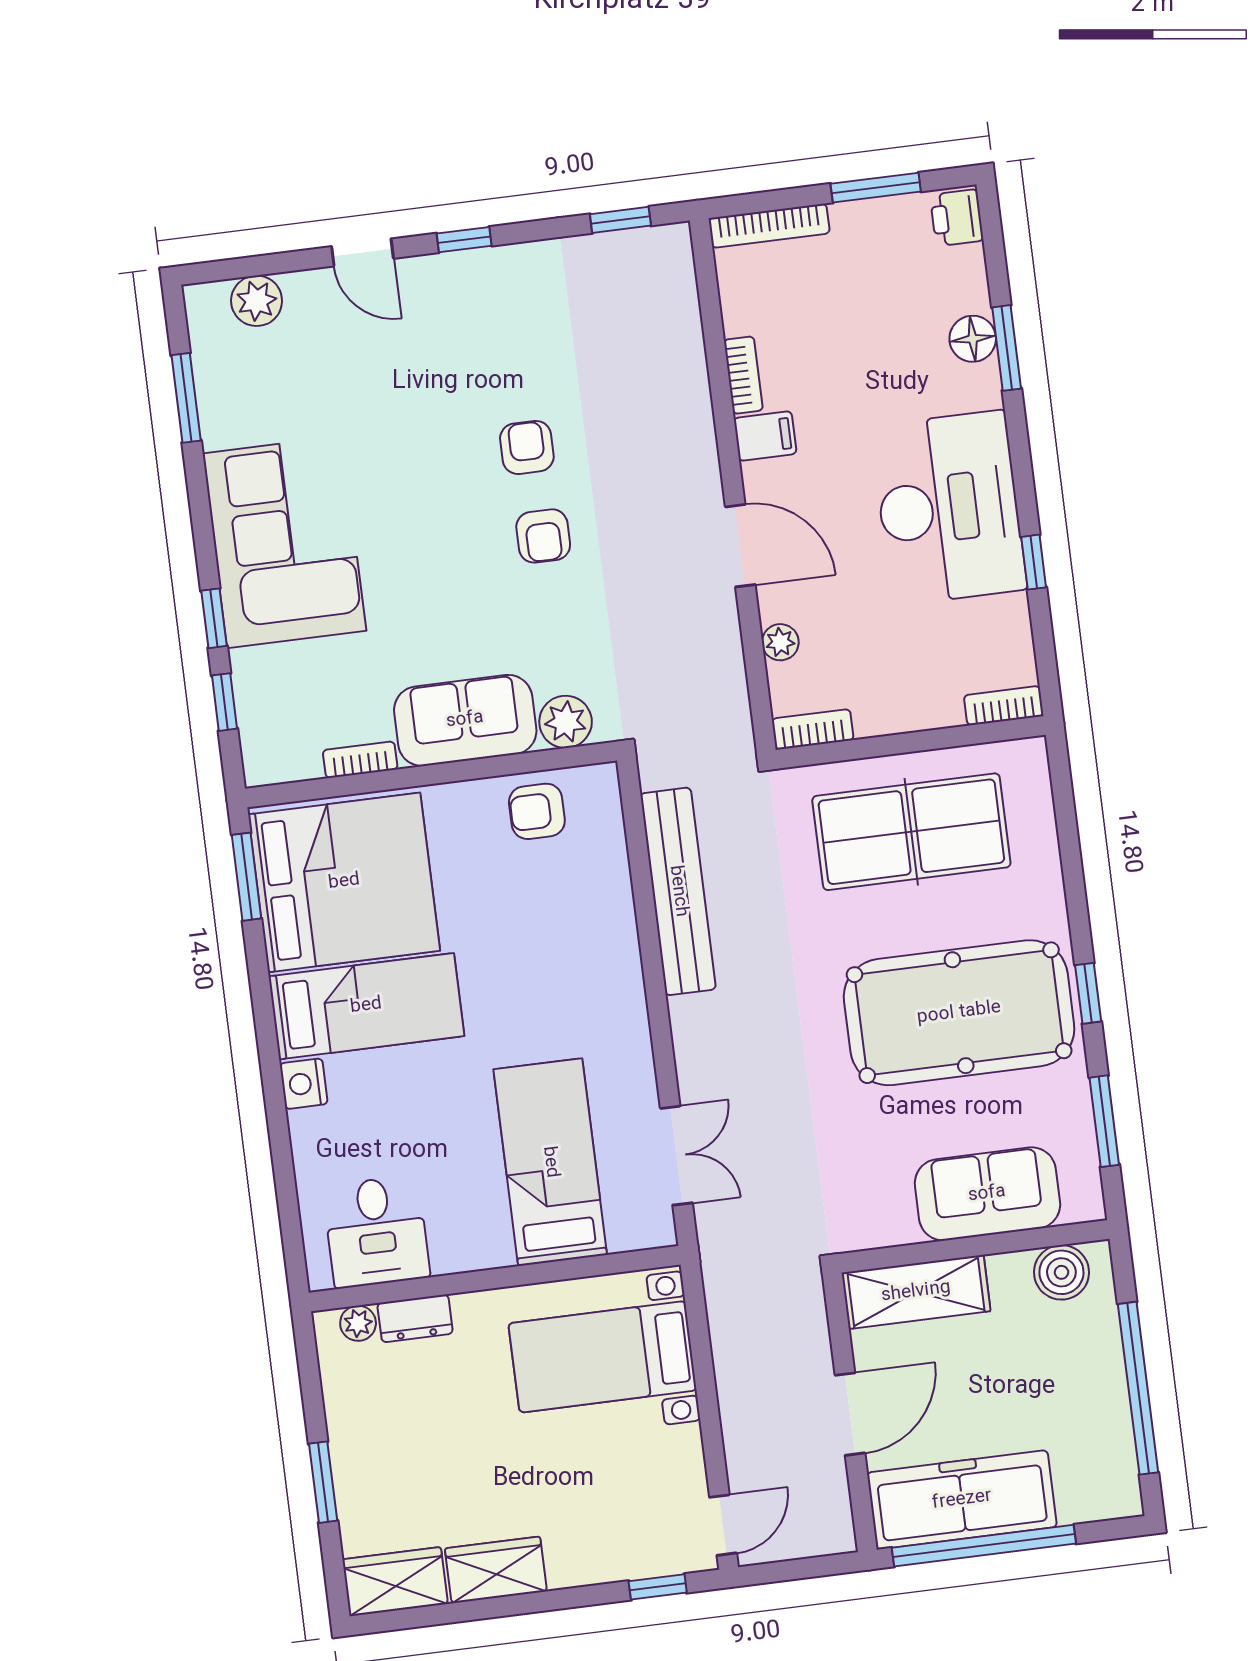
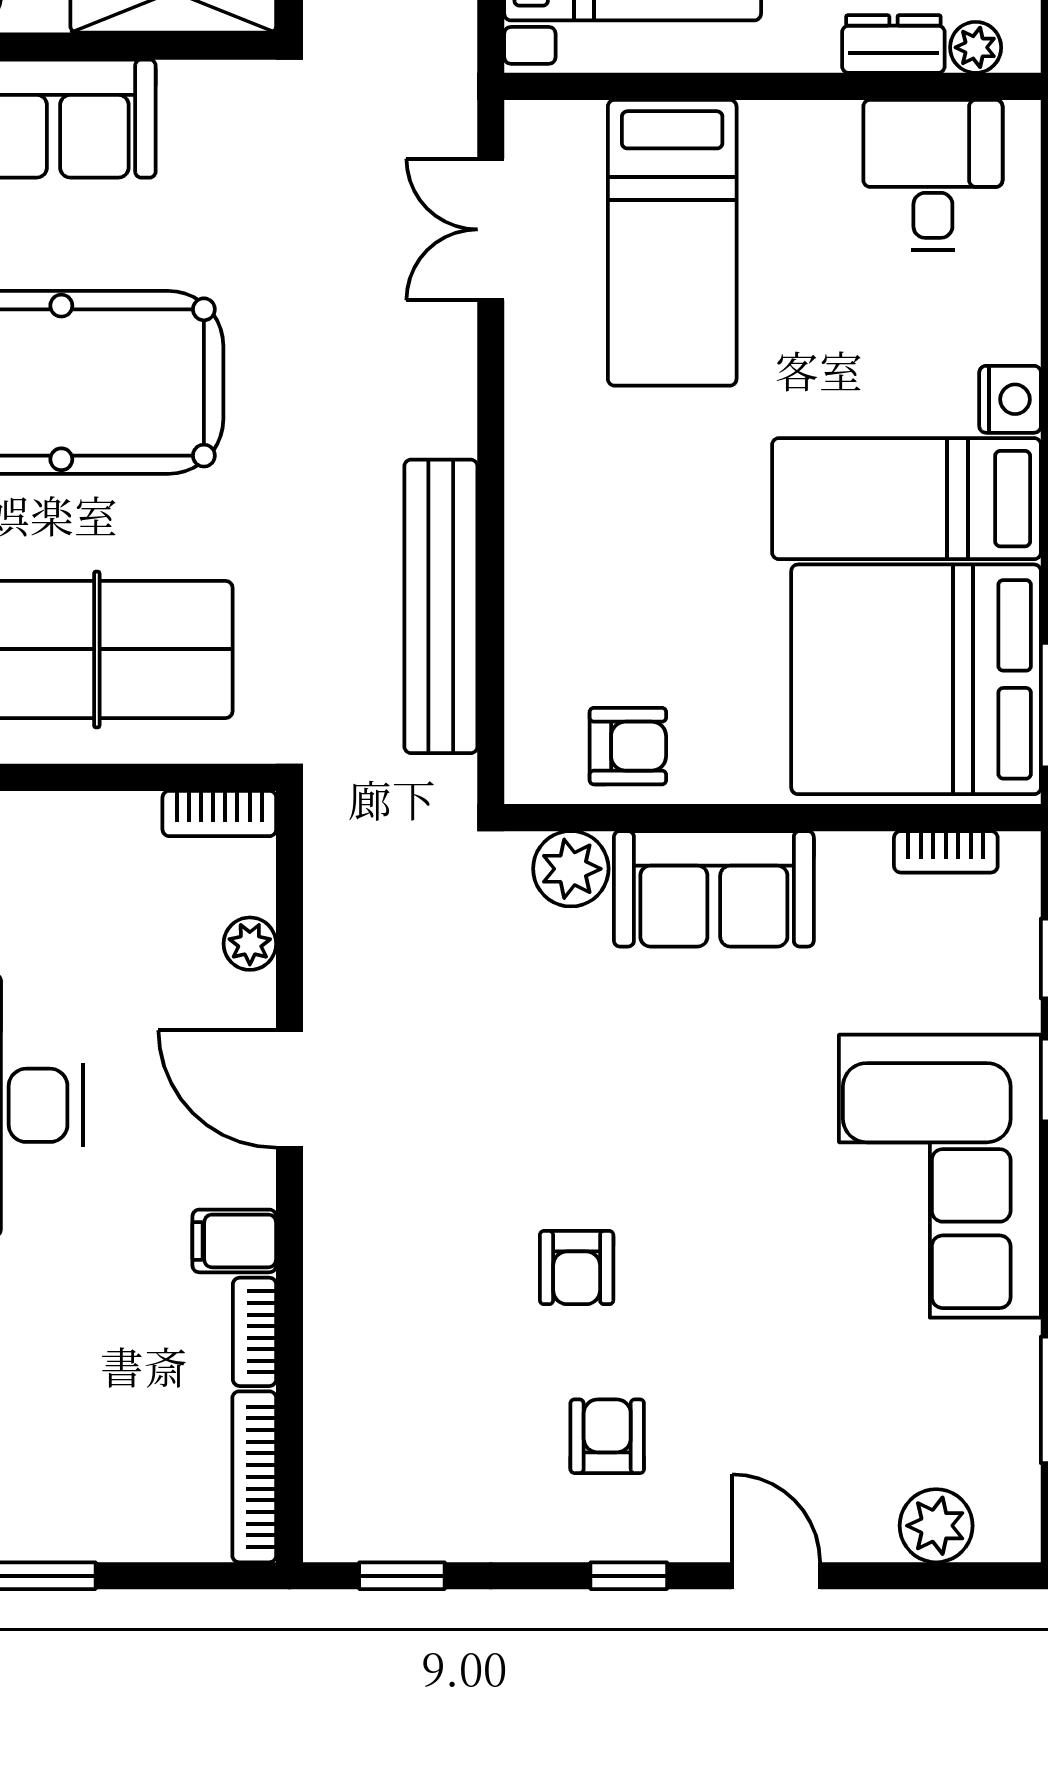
bookcase: (769, 226) -> (254, 1477), moved, turned -90
armchair: (543, 536) -> (607, 1436), moved
bookcase: (360, 760) -> (946, 852), moved

